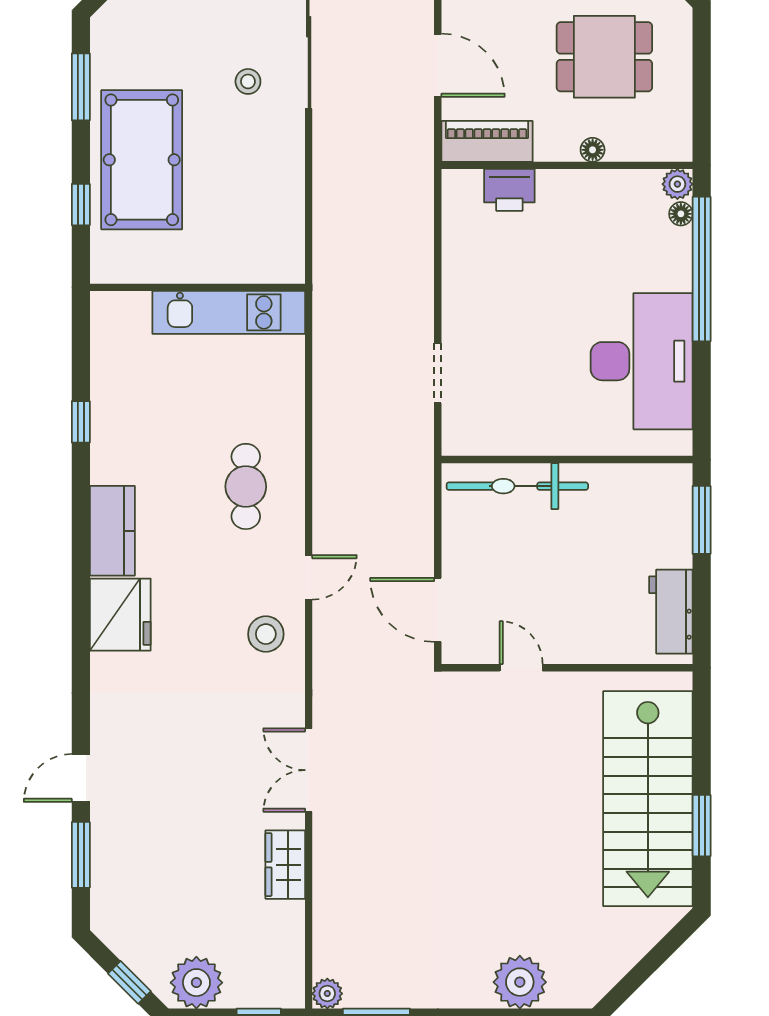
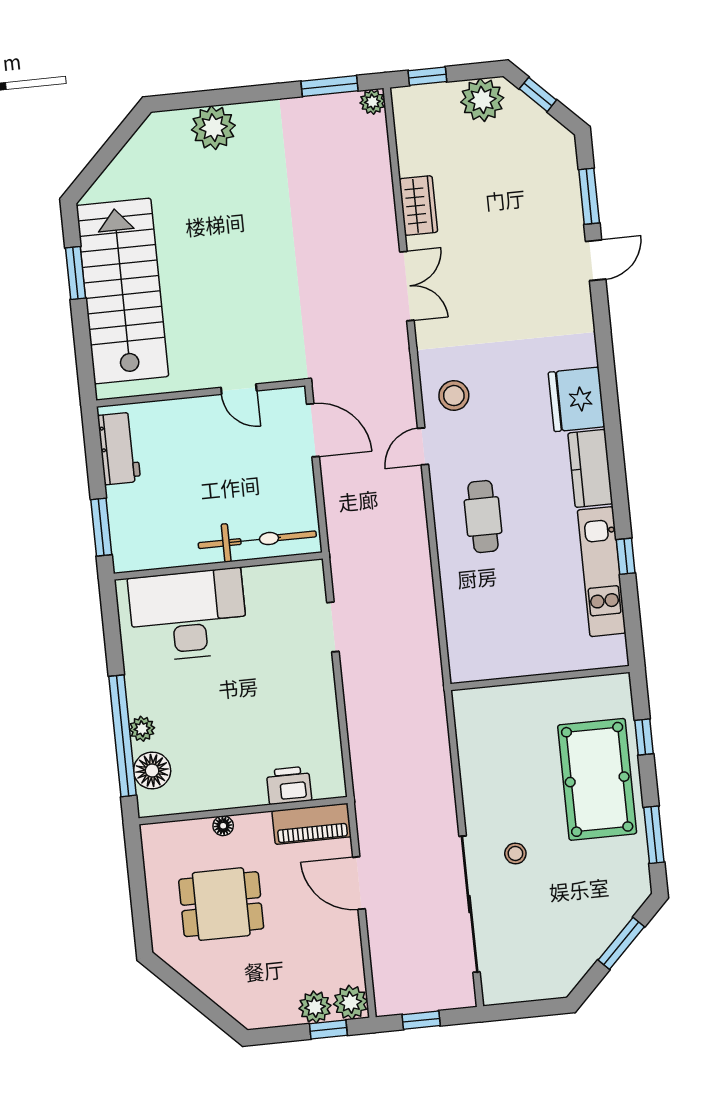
plant: (677, 184) -> (142, 729), moved
floor lamp: (681, 214) -> (152, 770), width x1.89, depth x1.89
kitchen unit: (229, 312) -> (602, 572), moved, turned -90
desk: (642, 361) -> (188, 615), moved, turned 90

